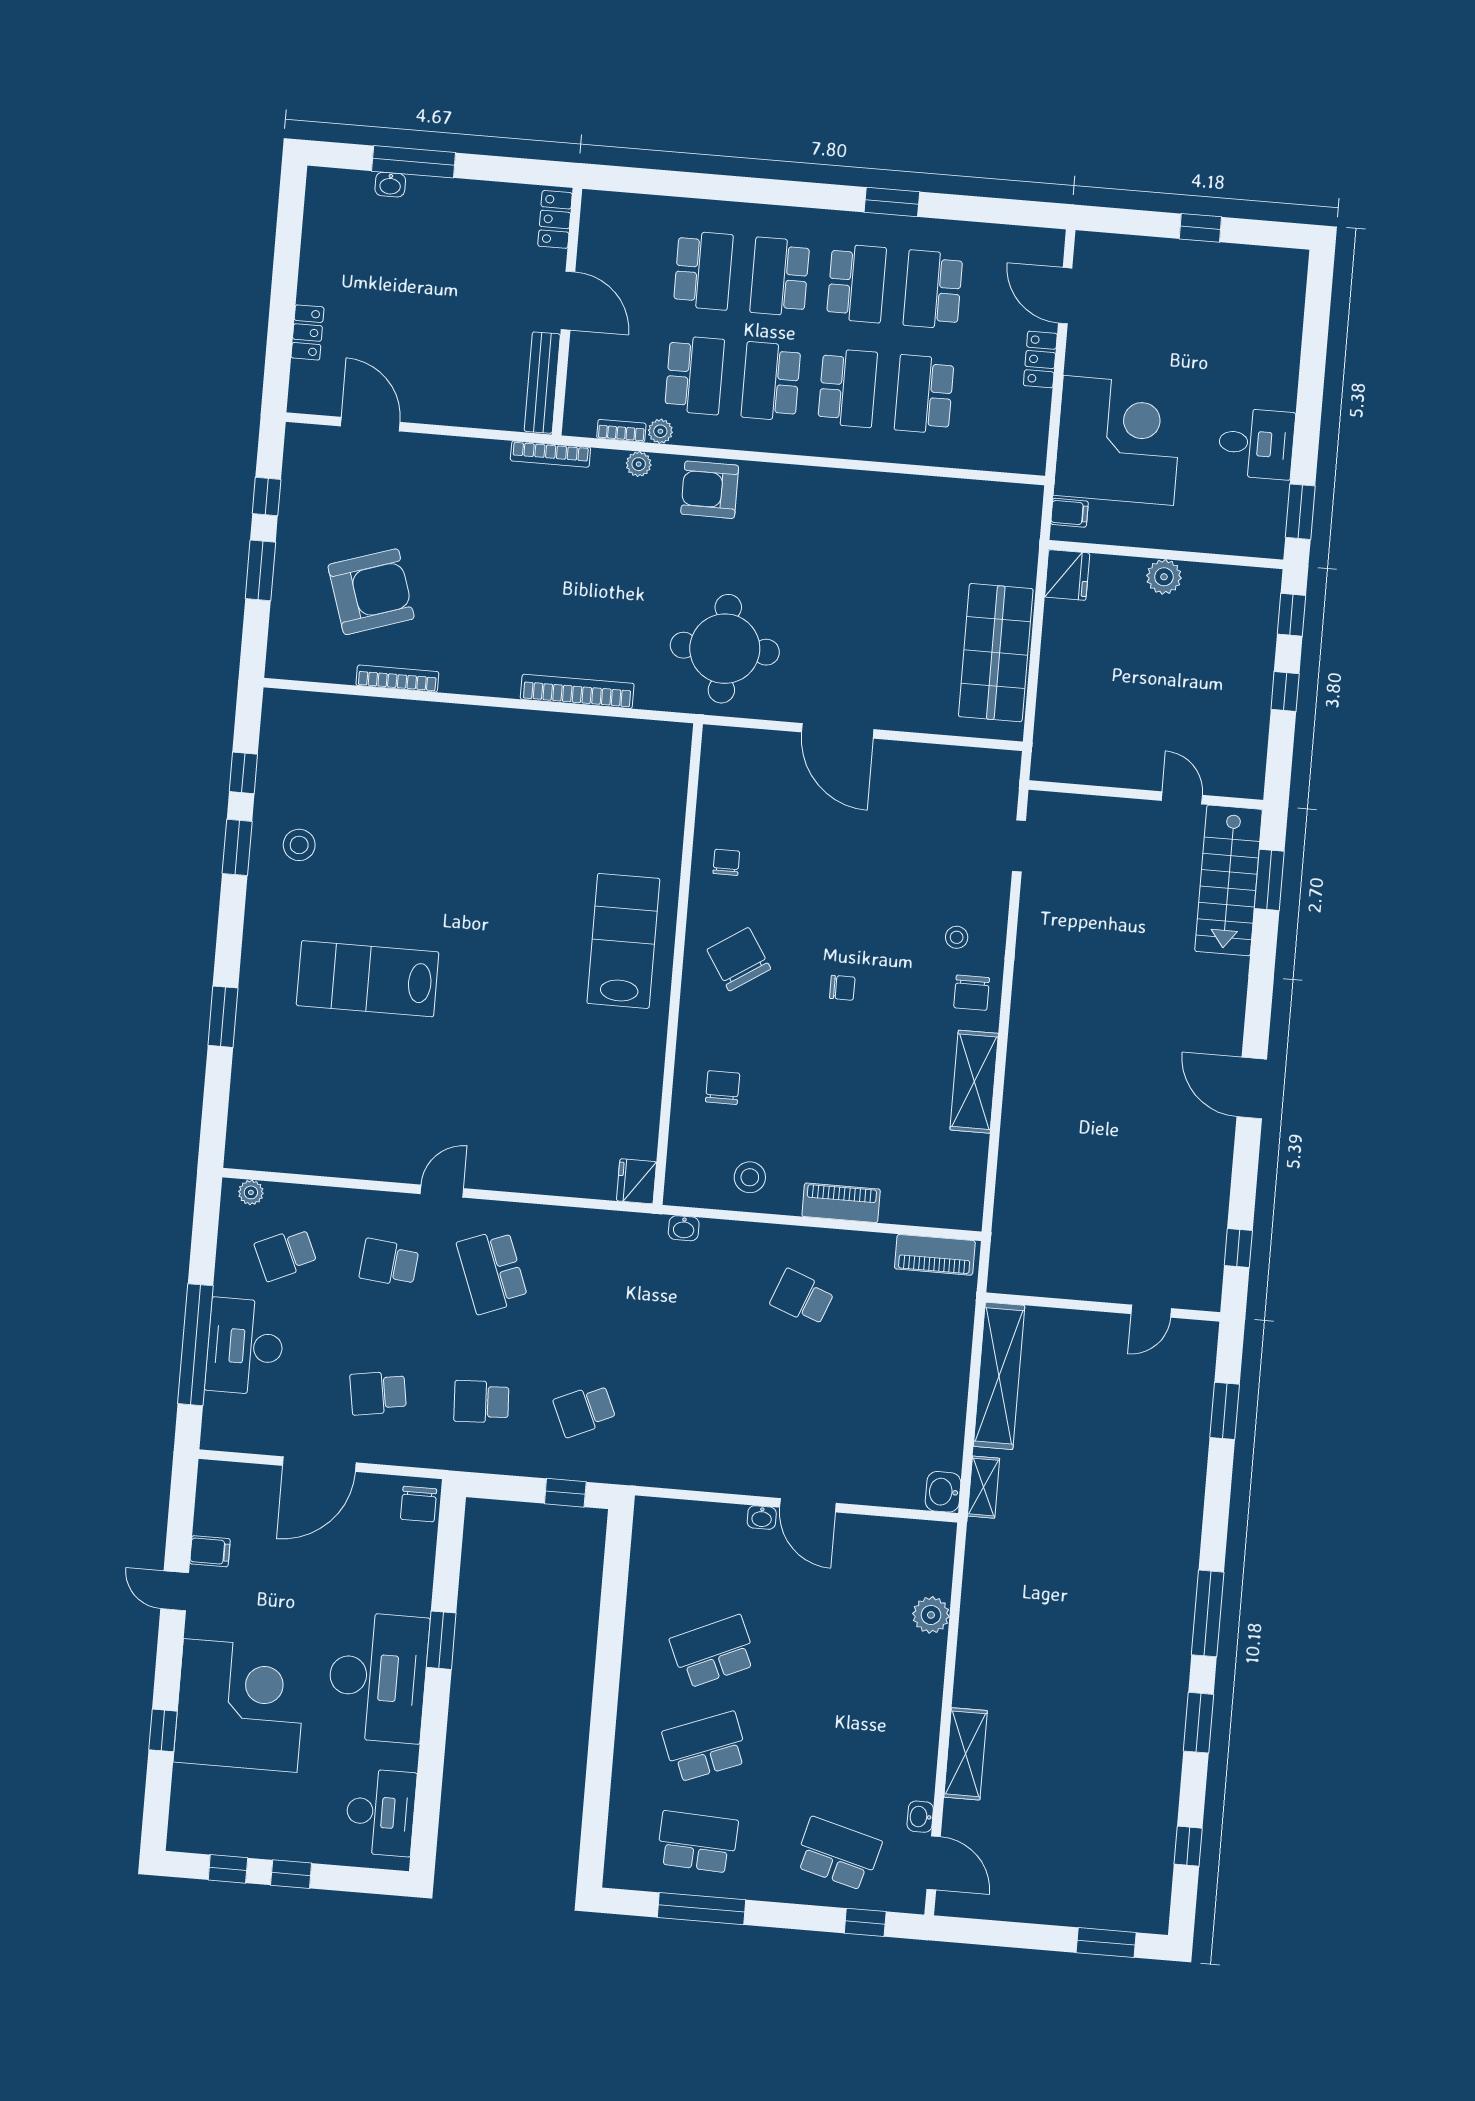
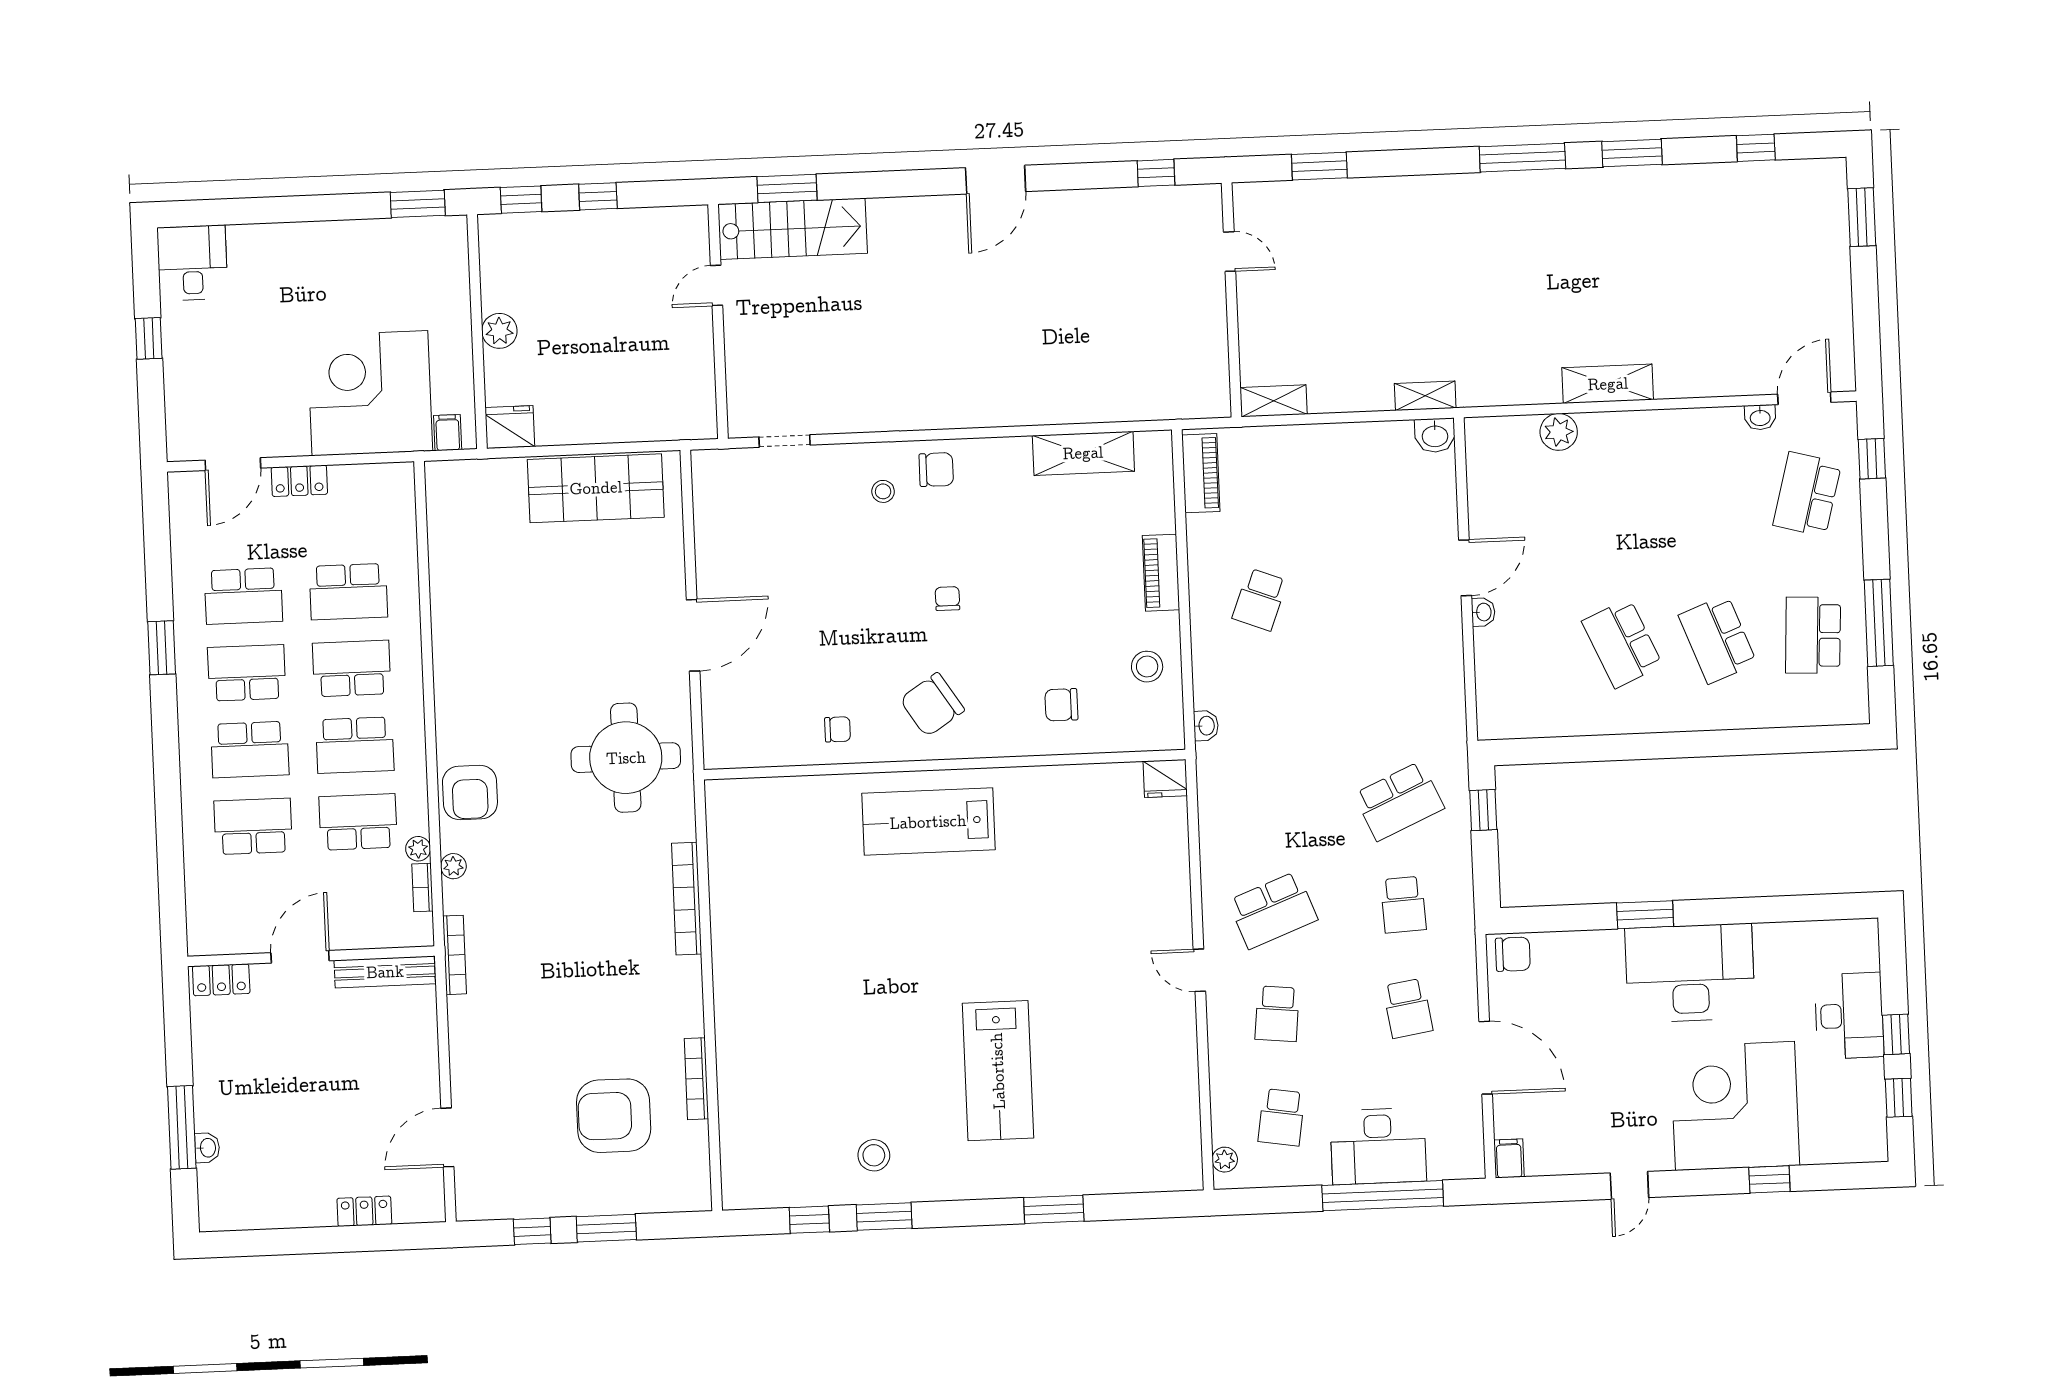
desk: (1256, 444) -> (192, 263), moved
armchair: (371, 592) -> (614, 1116), turned -72
chair: (726, 862) -> (838, 729), turned 180
shelving: (974, 1082) -> (1083, 453), moved
school desk: (286, 1254) -> (1281, 1117), turned 33
shelving: (999, 1376) -> (1274, 401), width x0.45, depth x0.75
school desk: (585, 1410) -> (1399, 801), width x1.85
filing cabinet: (210, 1551) -> (1509, 1158), moved
shelving: (966, 1754) -> (1608, 384), moved
desk: (381, 1812) -> (1849, 1016), moved, turned 90

